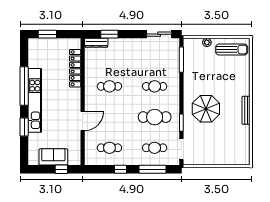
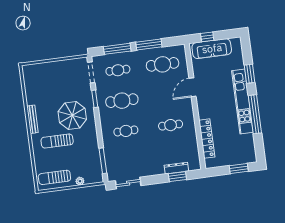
dresser: (96, 43) -> (176, 168), moved
sun lounger: (224, 85) -> (57, 141), added
cafe table: (109, 148) -> (163, 64), width x1.37, depth x1.35
sofa: (53, 157) -> (212, 49), width x1.36
window: (120, 169) -> (149, 45), width x2.17

